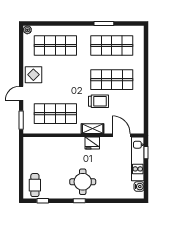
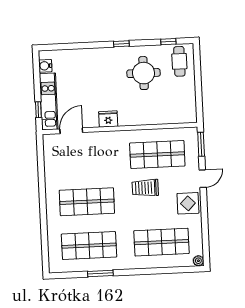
trolley: (99, 101) -> (145, 188), moved
shelving: (93, 129) -> (109, 137), removed
door: (121, 135) -> (71, 131), swing flipped
round table: (83, 182) -> (144, 73), moved

